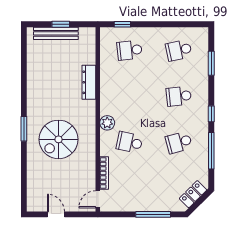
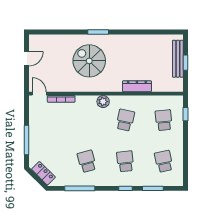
window: (211, 114) -> (125, 188), moved
school desk: (129, 142) -> (125, 120), moved

